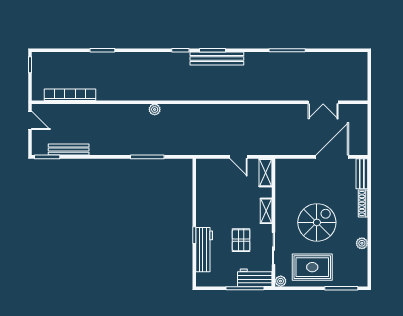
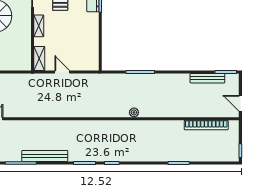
bench: (217, 59) -> (45, 156), moved

